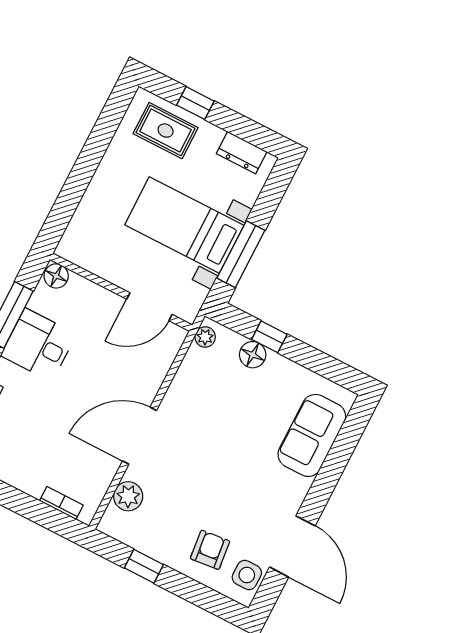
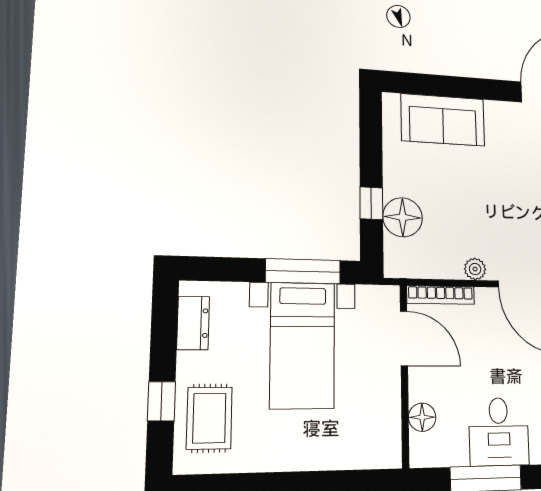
floor lamp: (56, 276) -> (422, 417), moved
plant: (205, 337) -> (475, 269), moved
bookcase: (168, 355) -> (441, 295), added
floor lamp: (253, 355) -> (403, 217), width x1.38, depth x1.38

